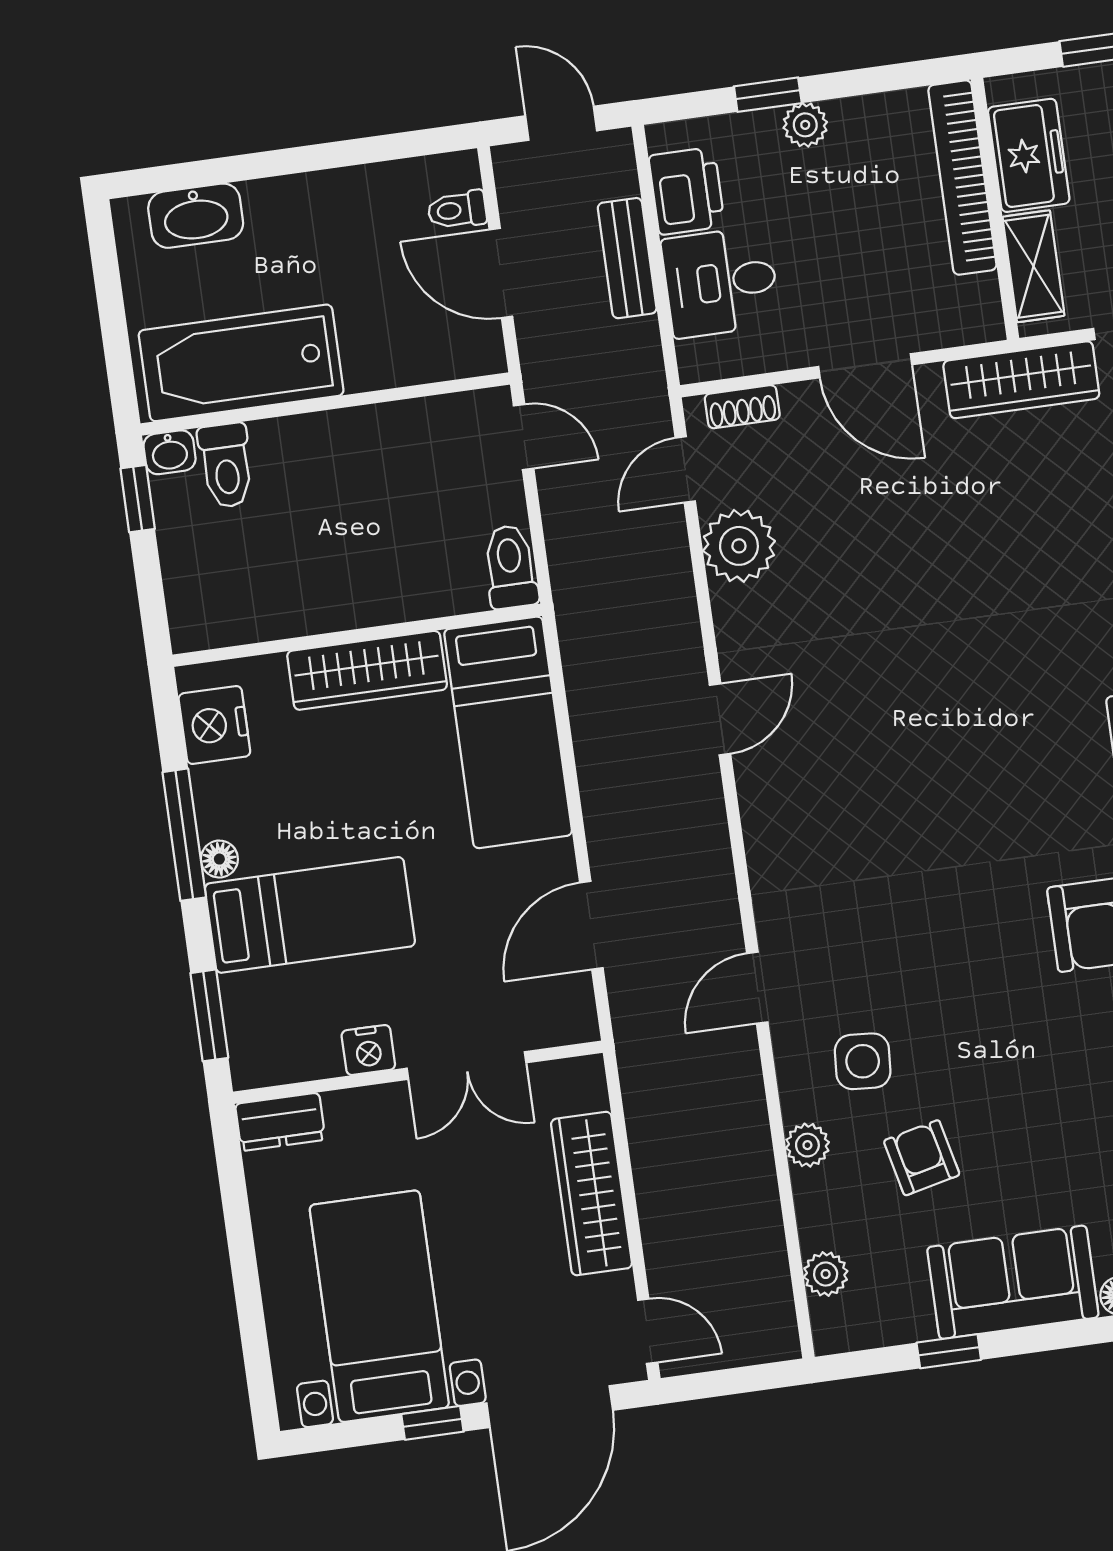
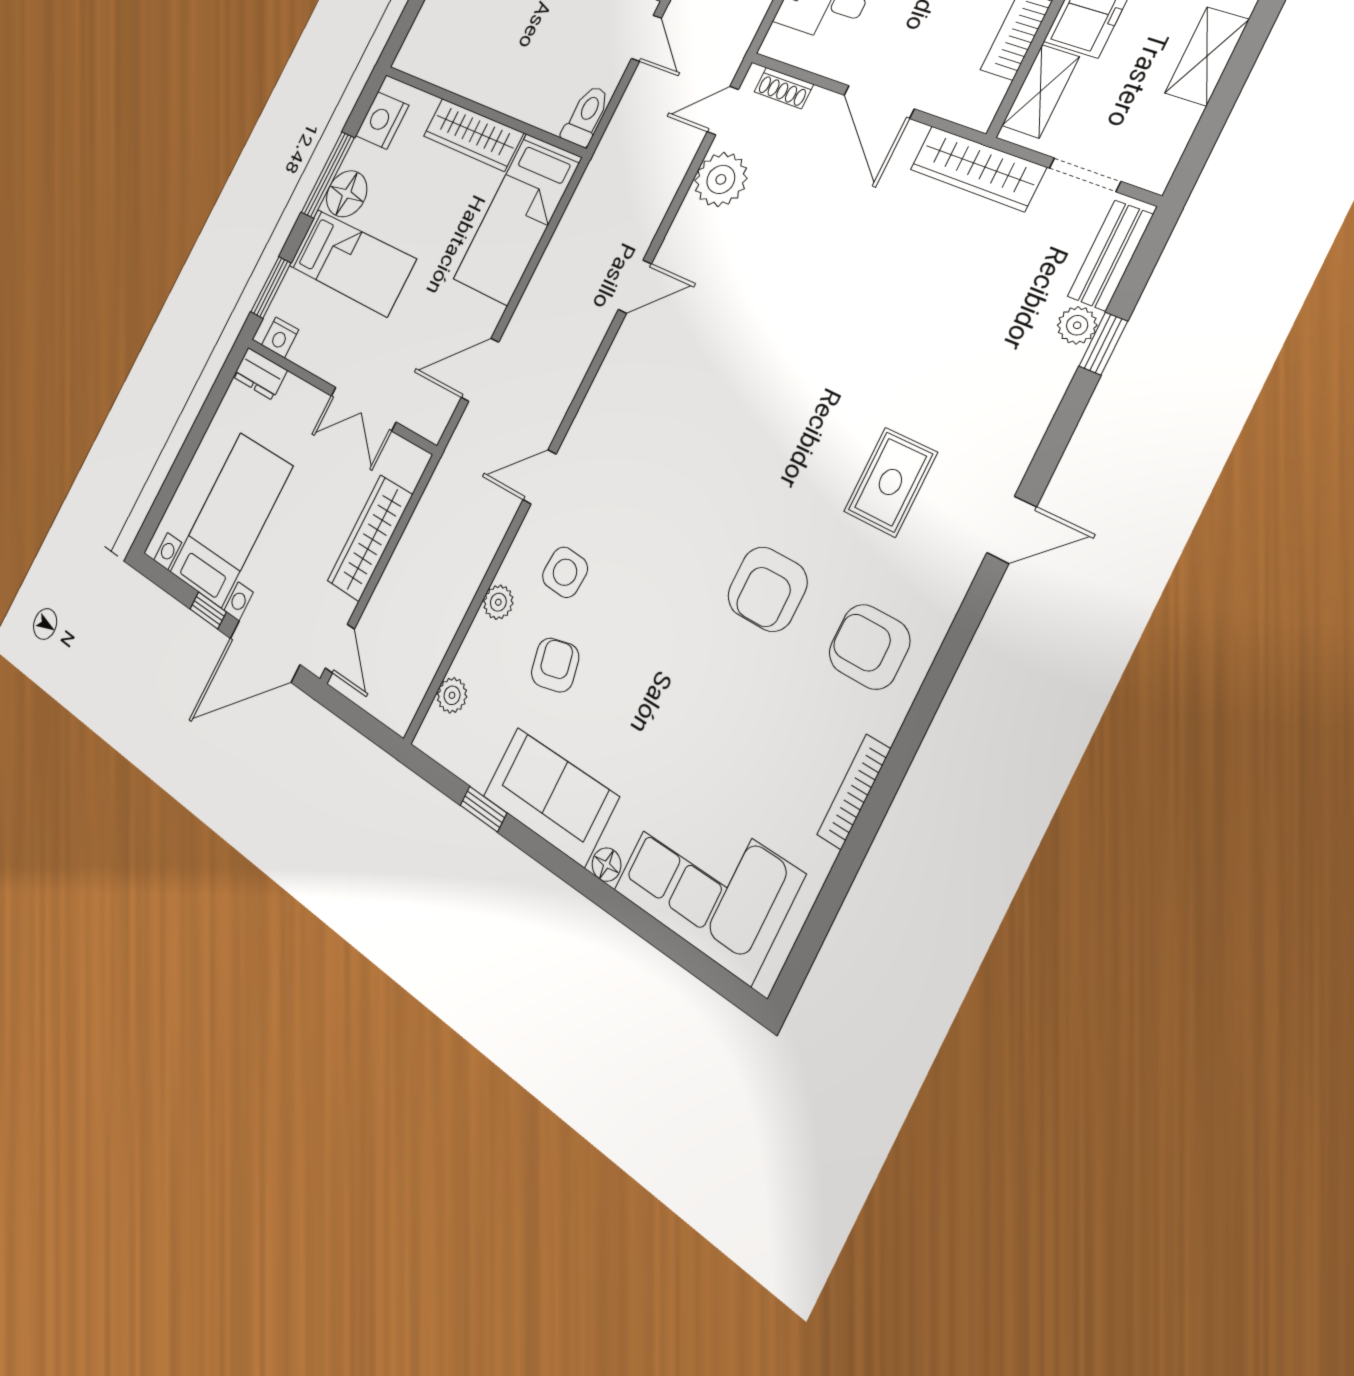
floor lamp: (219, 859) -> (347, 194), width x1.89, depth x1.89
nightstand: (368, 1050) -> (280, 337), moved

